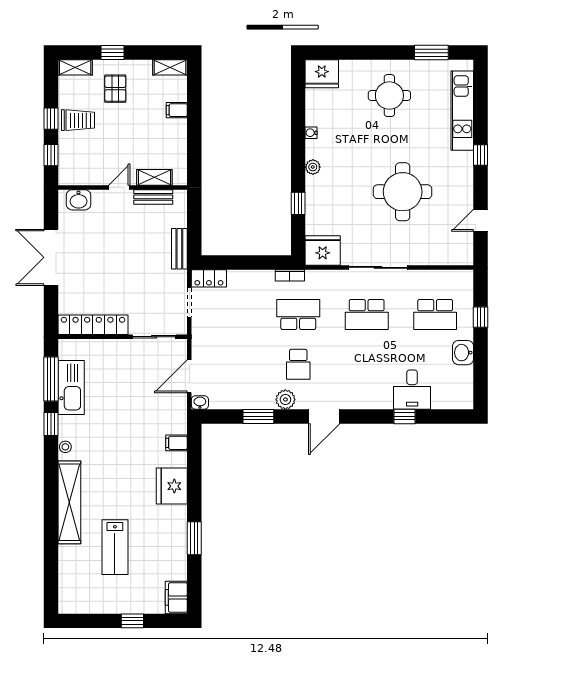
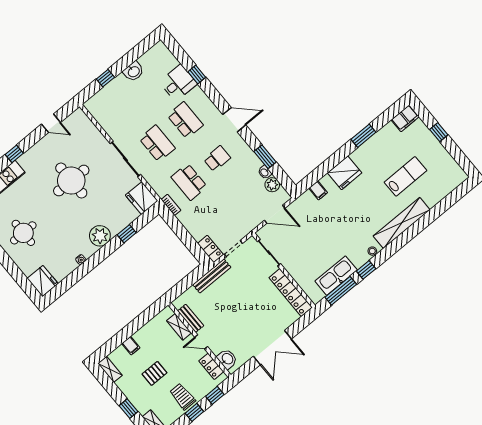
pallet: (115, 89) -> (154, 373), moved
plant: (313, 167) -> (100, 236), width x1.87, depth x1.87
locker: (85, 177) -> (211, 366), added
bench: (179, 249) -> (212, 276), width x1.36
school desk: (435, 314) -> (185, 120), moved
plant: (285, 400) -> (272, 185), moved
washbasin: (200, 402) -> (265, 172), moved

